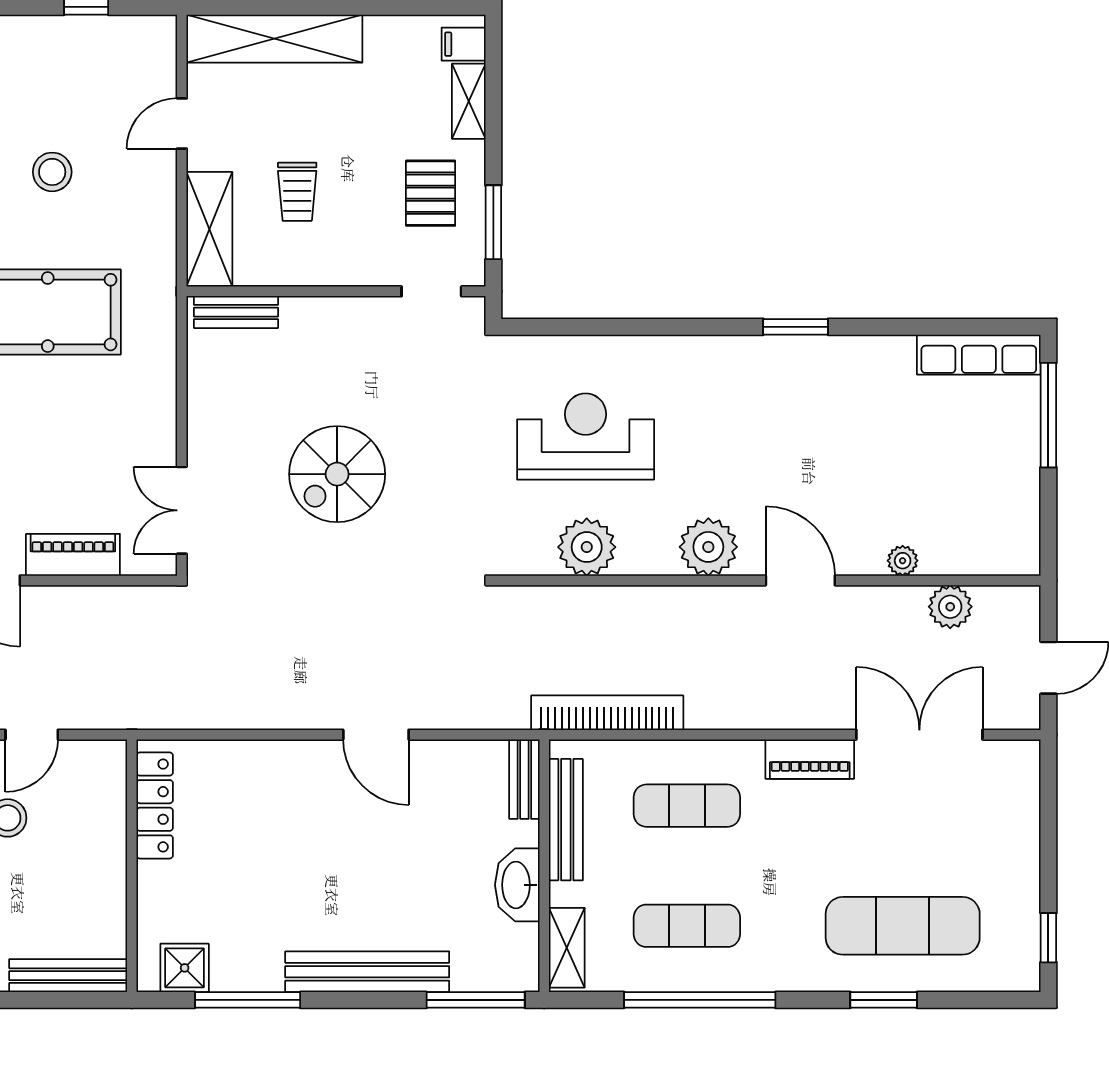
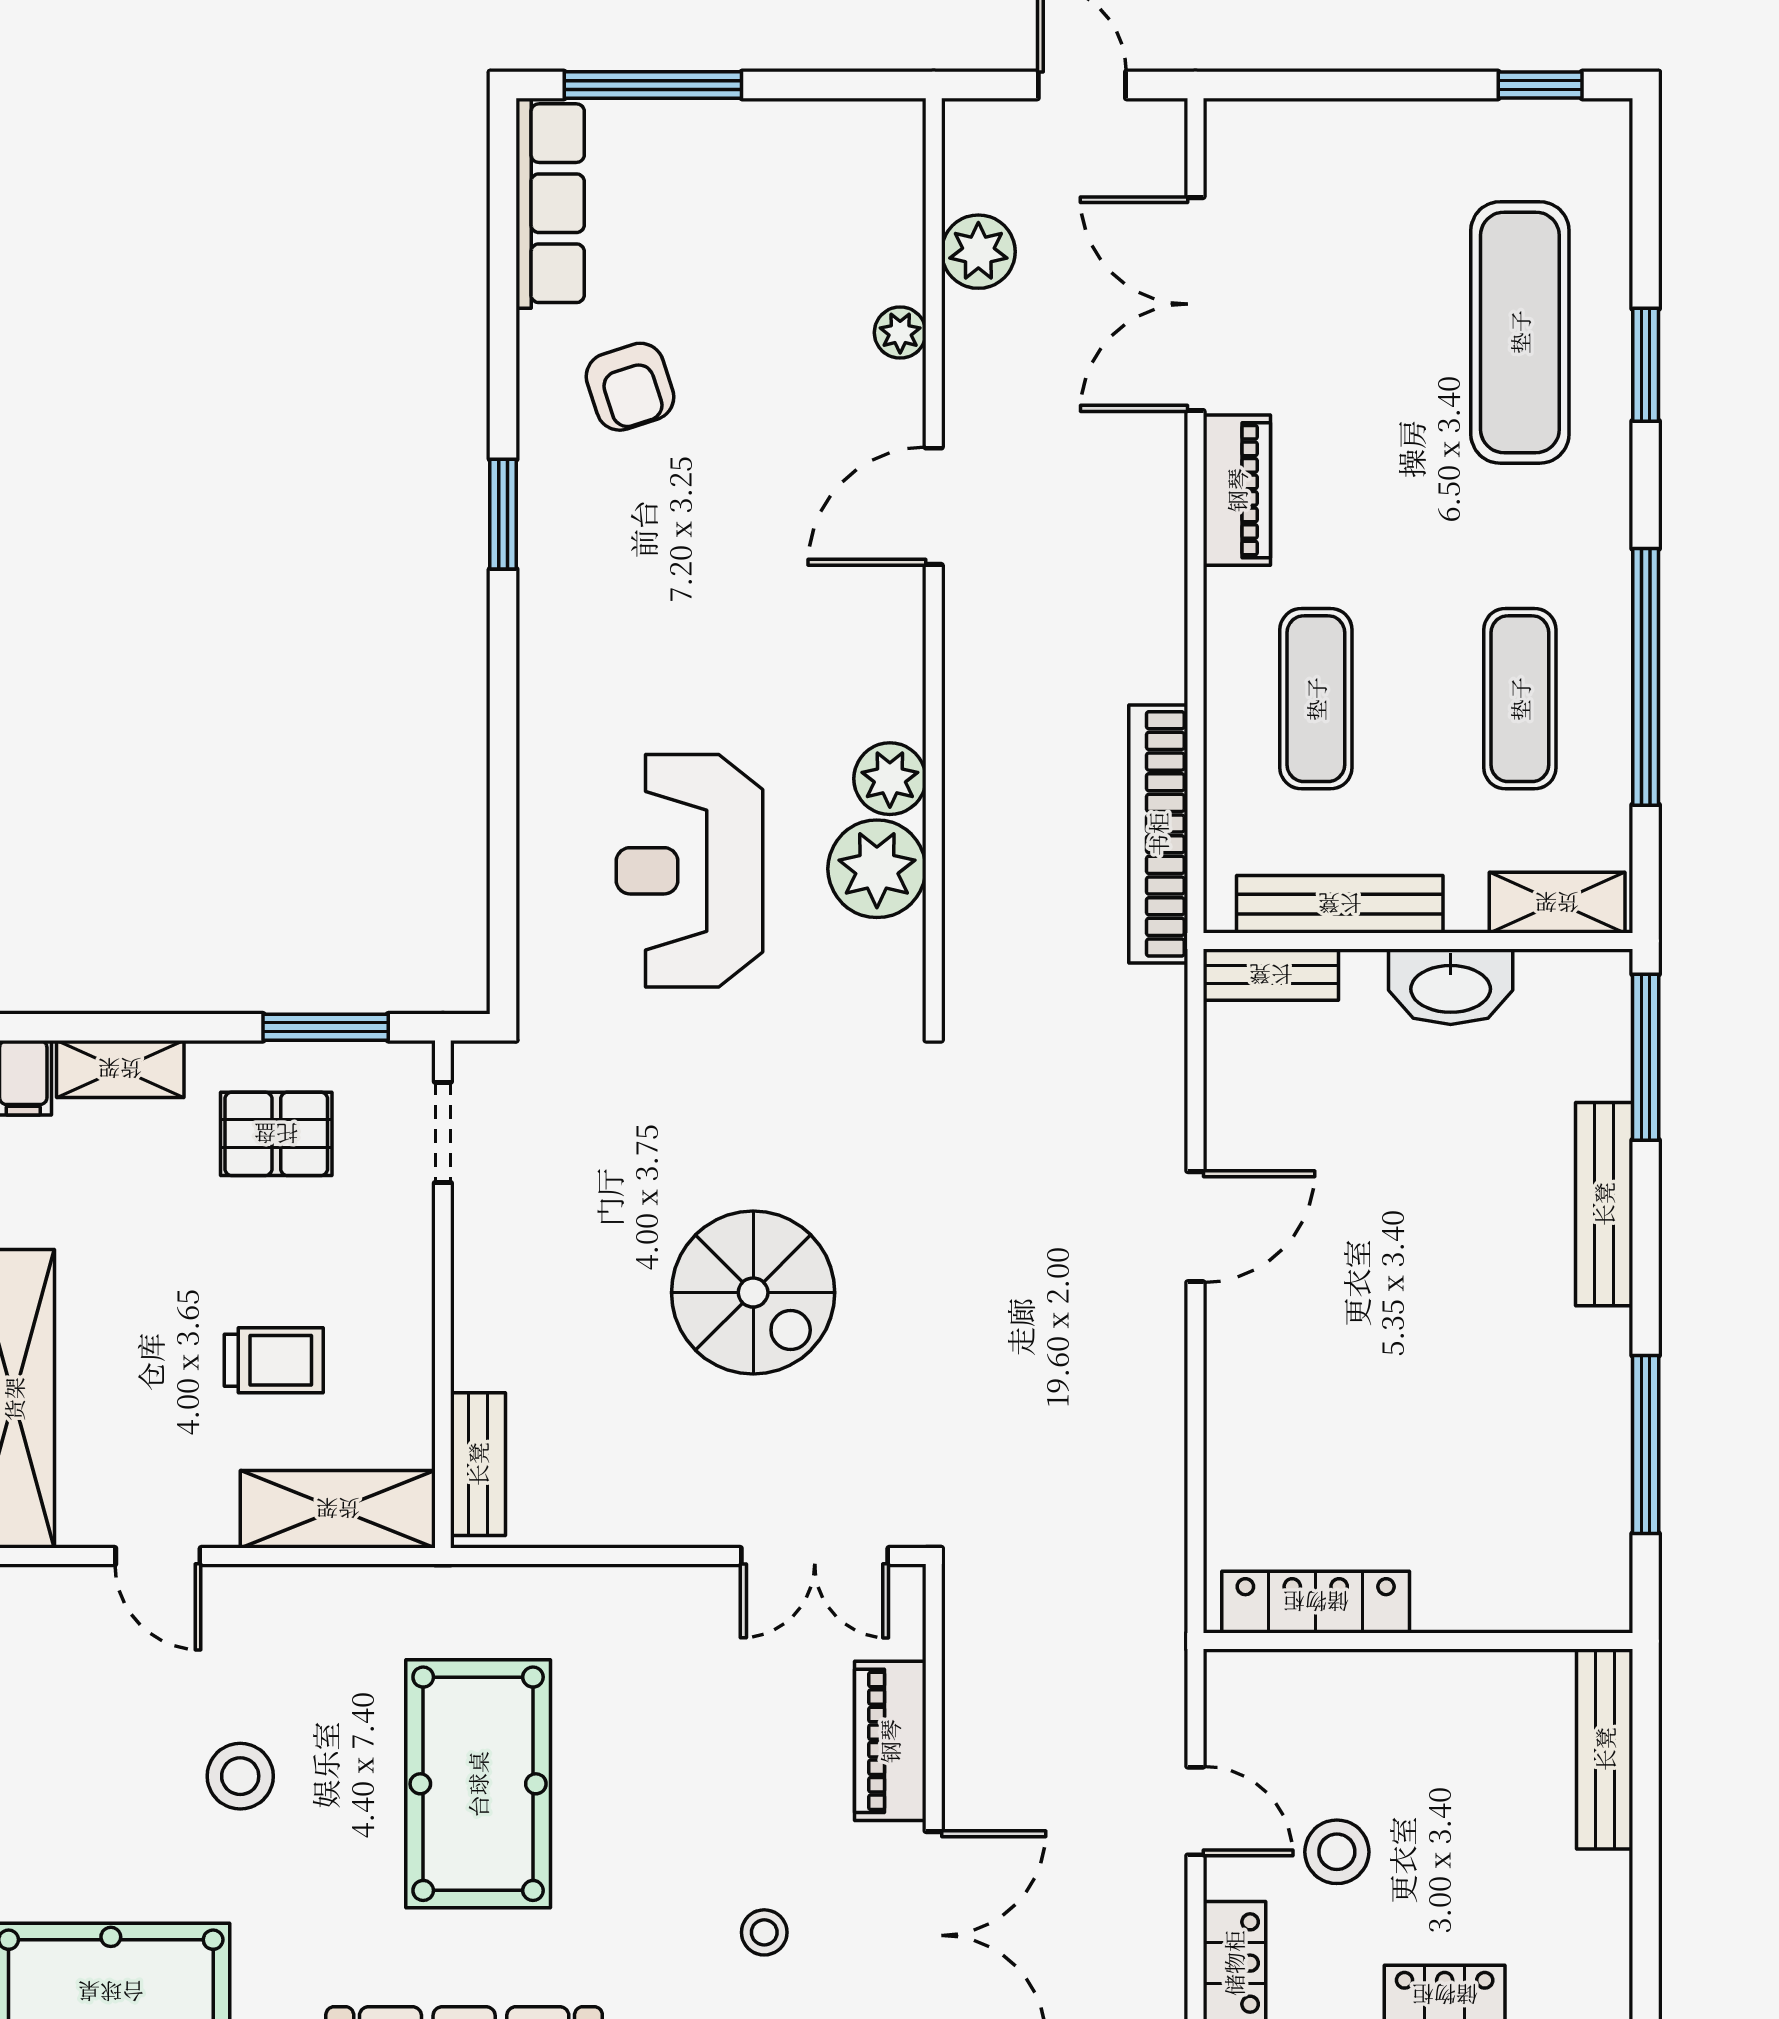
armchair: (871, 402) -> (630, 387), added
plant: (708, 547) -> (890, 779), moved, width x0.73, depth x0.73
shower: (185, 968) -> (1591, 1551), removed
bench: (367, 972) -> (1604, 1204), width x0.73, depth x0.82

